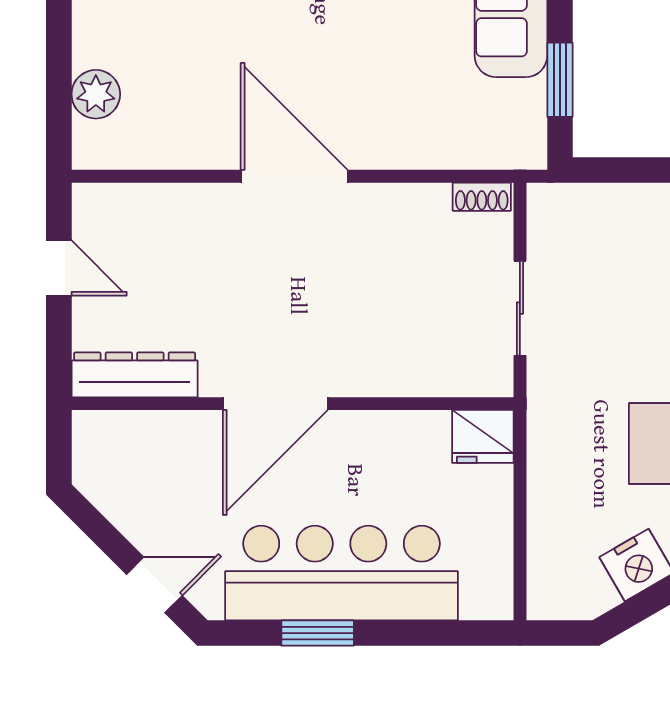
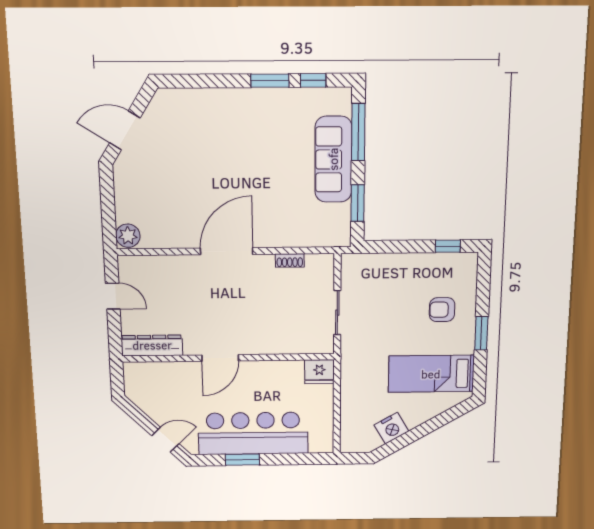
plant: (96, 94) -> (128, 236), moved
door: (294, 176) -> (227, 251), hinge flipped
shoe rack: (482, 197) -> (290, 260), moved
door: (275, 404) -> (220, 358), width x0.73

